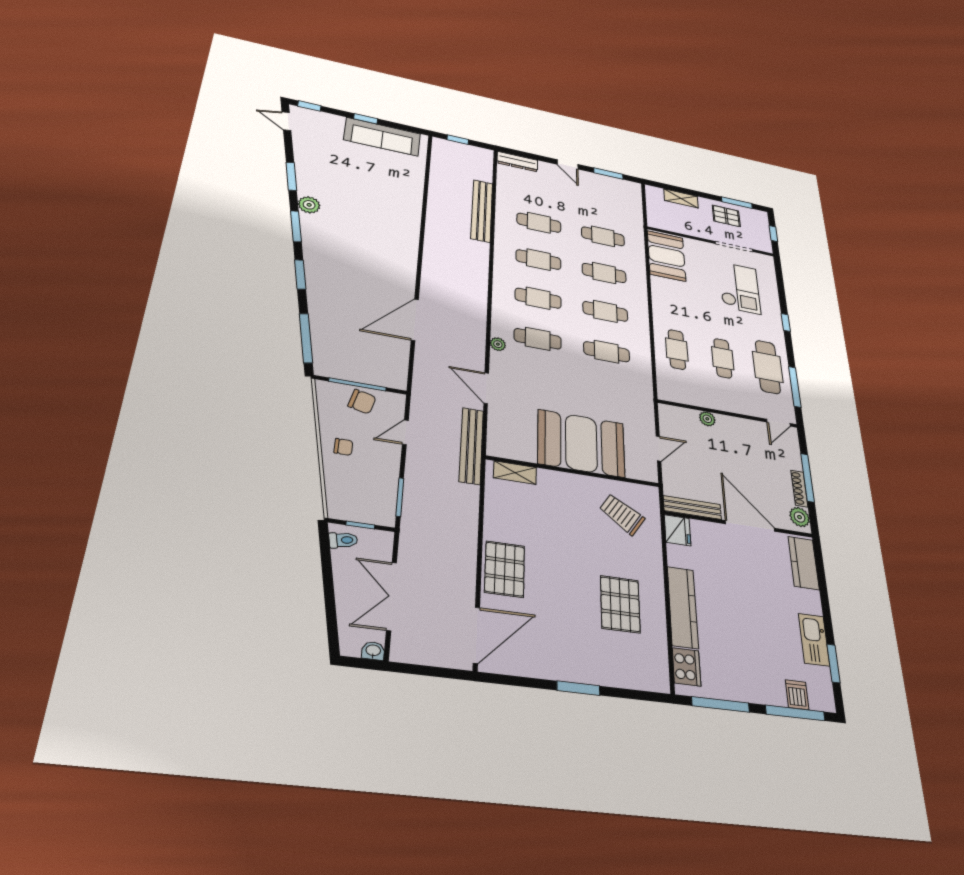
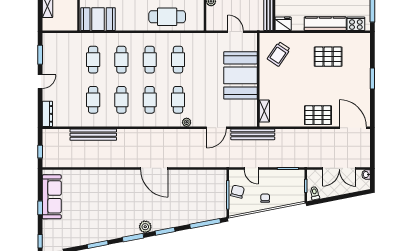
plant: (309, 205) -> (145, 227), moved
door: (415, 320) -> (154, 168), moved
cafe table: (677, 349) -> (167, 17), width x1.37, depth x1.35

